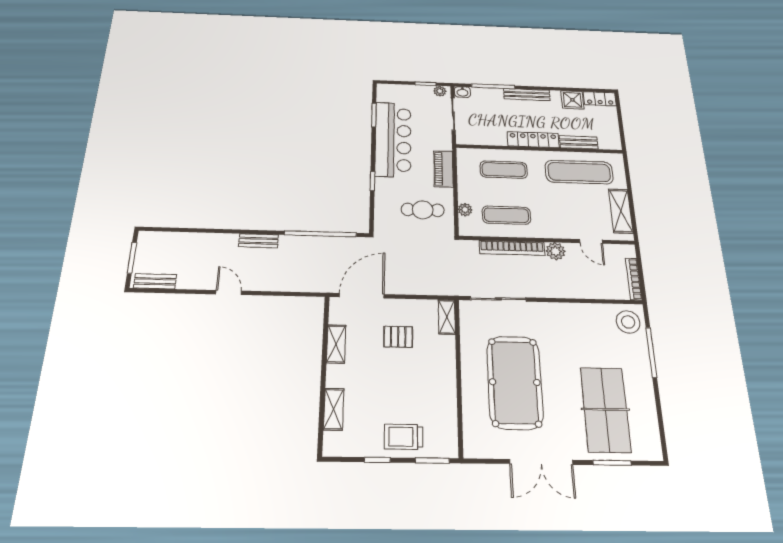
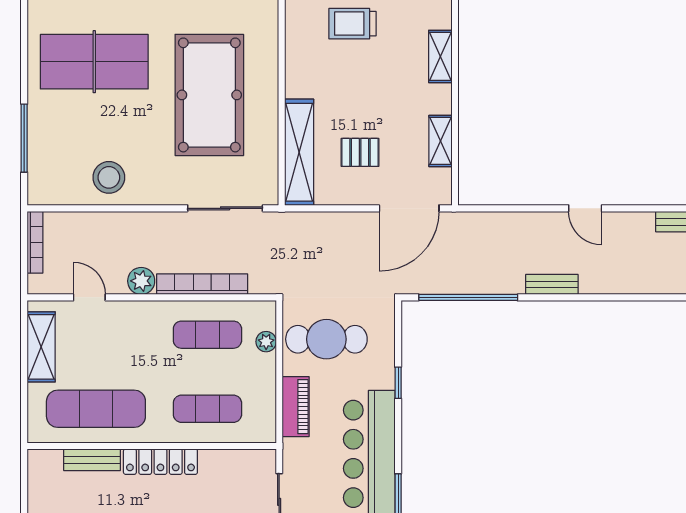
cafe table: (423, 210) -> (326, 339), width x1.37, depth x1.35
shelving: (447, 317) -> (299, 152), width x2.20, depth x1.33
stool: (628, 322) -> (109, 177), moved
table tennis table: (605, 409) -> (94, 62), turned 90
trolley: (404, 437) -> (353, 24), turned 180

